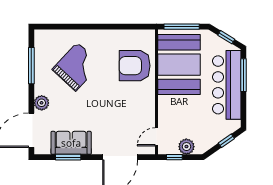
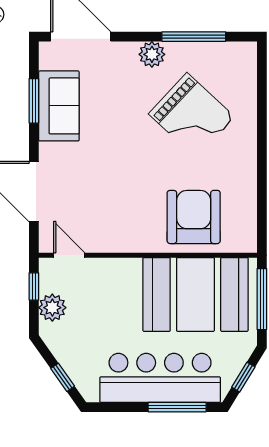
plant: (42, 103) -> (152, 54), moved

